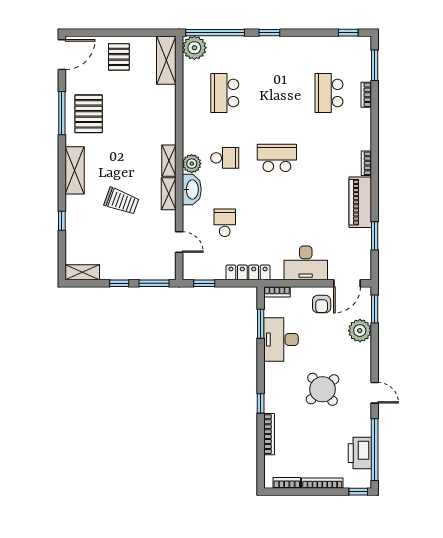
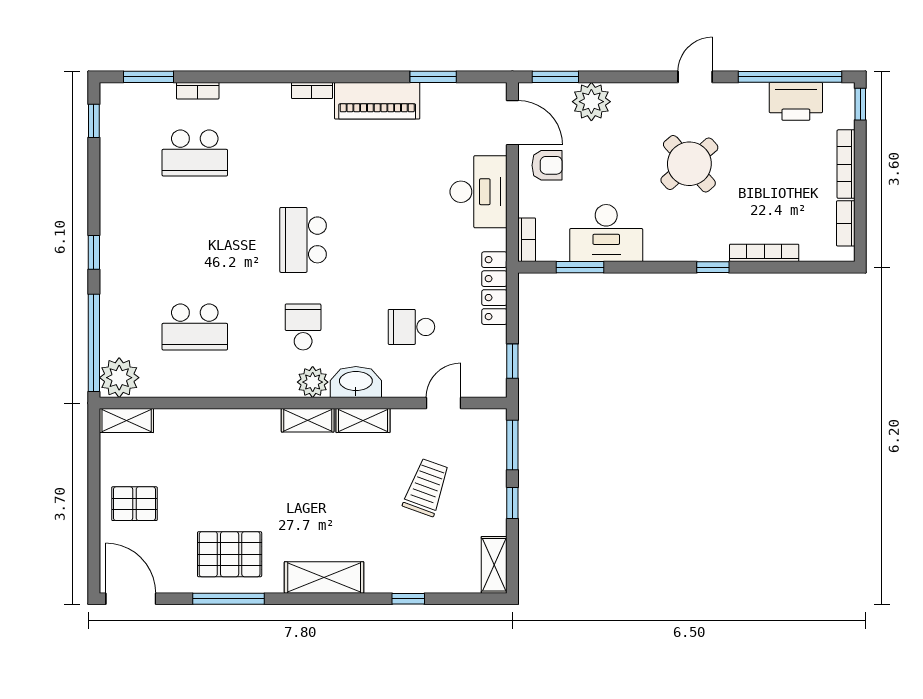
shelving: (166, 60) -> (127, 421), width x0.67, depth x0.75
trolley: (121, 201) -> (426, 487), moved

